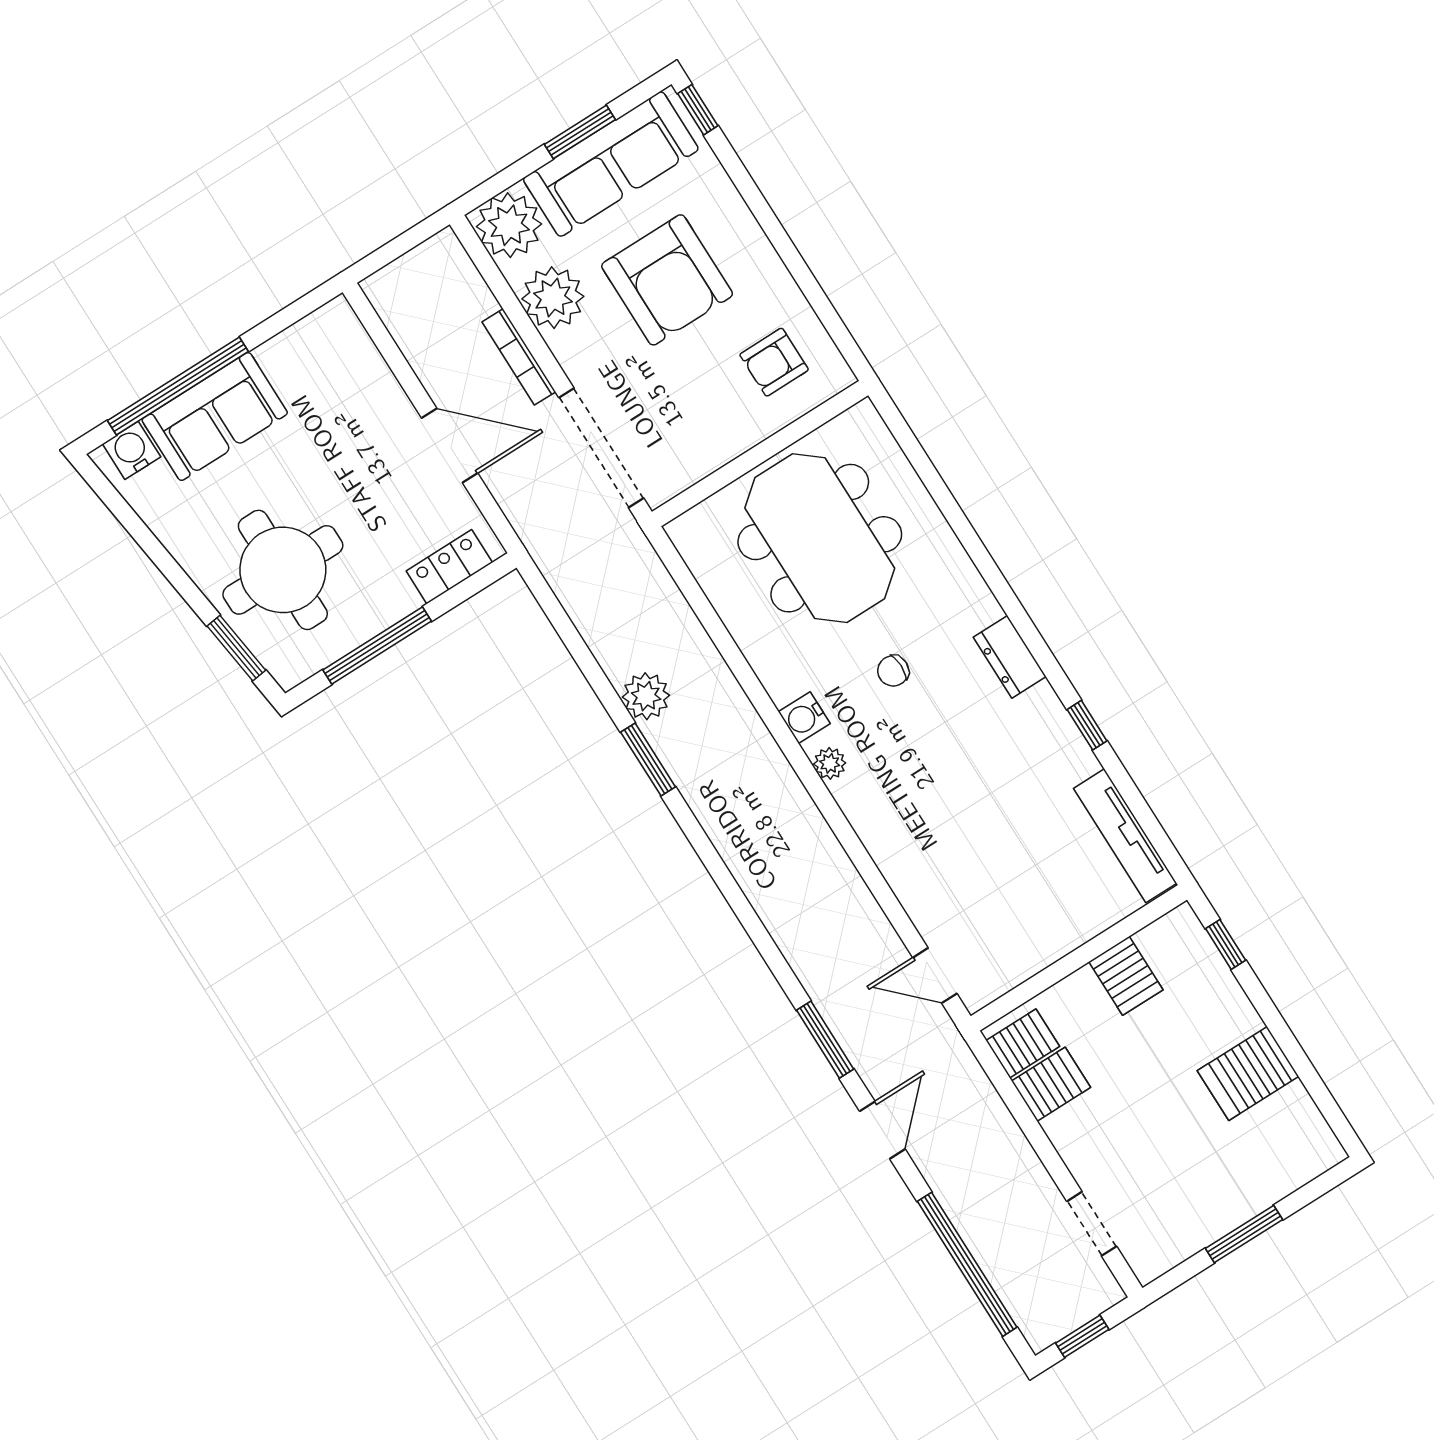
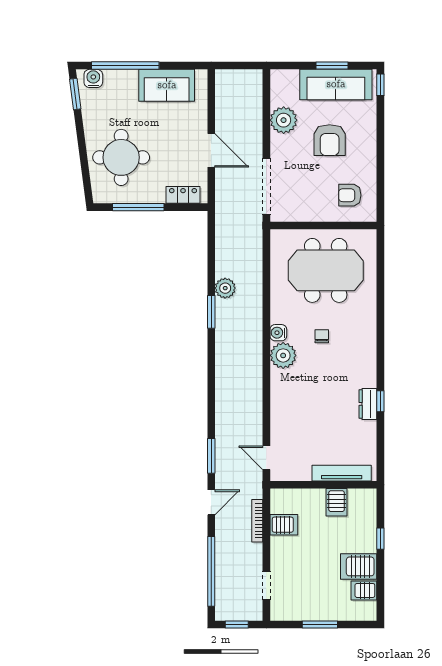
plant: (509, 225) -> (284, 83), removed
armchair: (667, 280) -> (330, 140), width x0.73, depth x0.73
bookcase: (519, 357) -> (257, 521), moved
sofa: (215, 416) -> (167, 85), moved
meeting table: (820, 538) -> (326, 270), turned 90
window: (236, 648) -> (75, 94), moved
dresser: (1010, 657) -> (368, 404), moved
chair: (893, 671) -> (322, 336), turned 90
plant: (830, 763) -> (283, 355), width x1.87, depth x1.87
tv unit: (1125, 836) -> (342, 473), moved, turned 90
window: (1226, 944) -> (380, 539), moved
server rack: (1023, 1043) -> (364, 590), moved, turned 180

